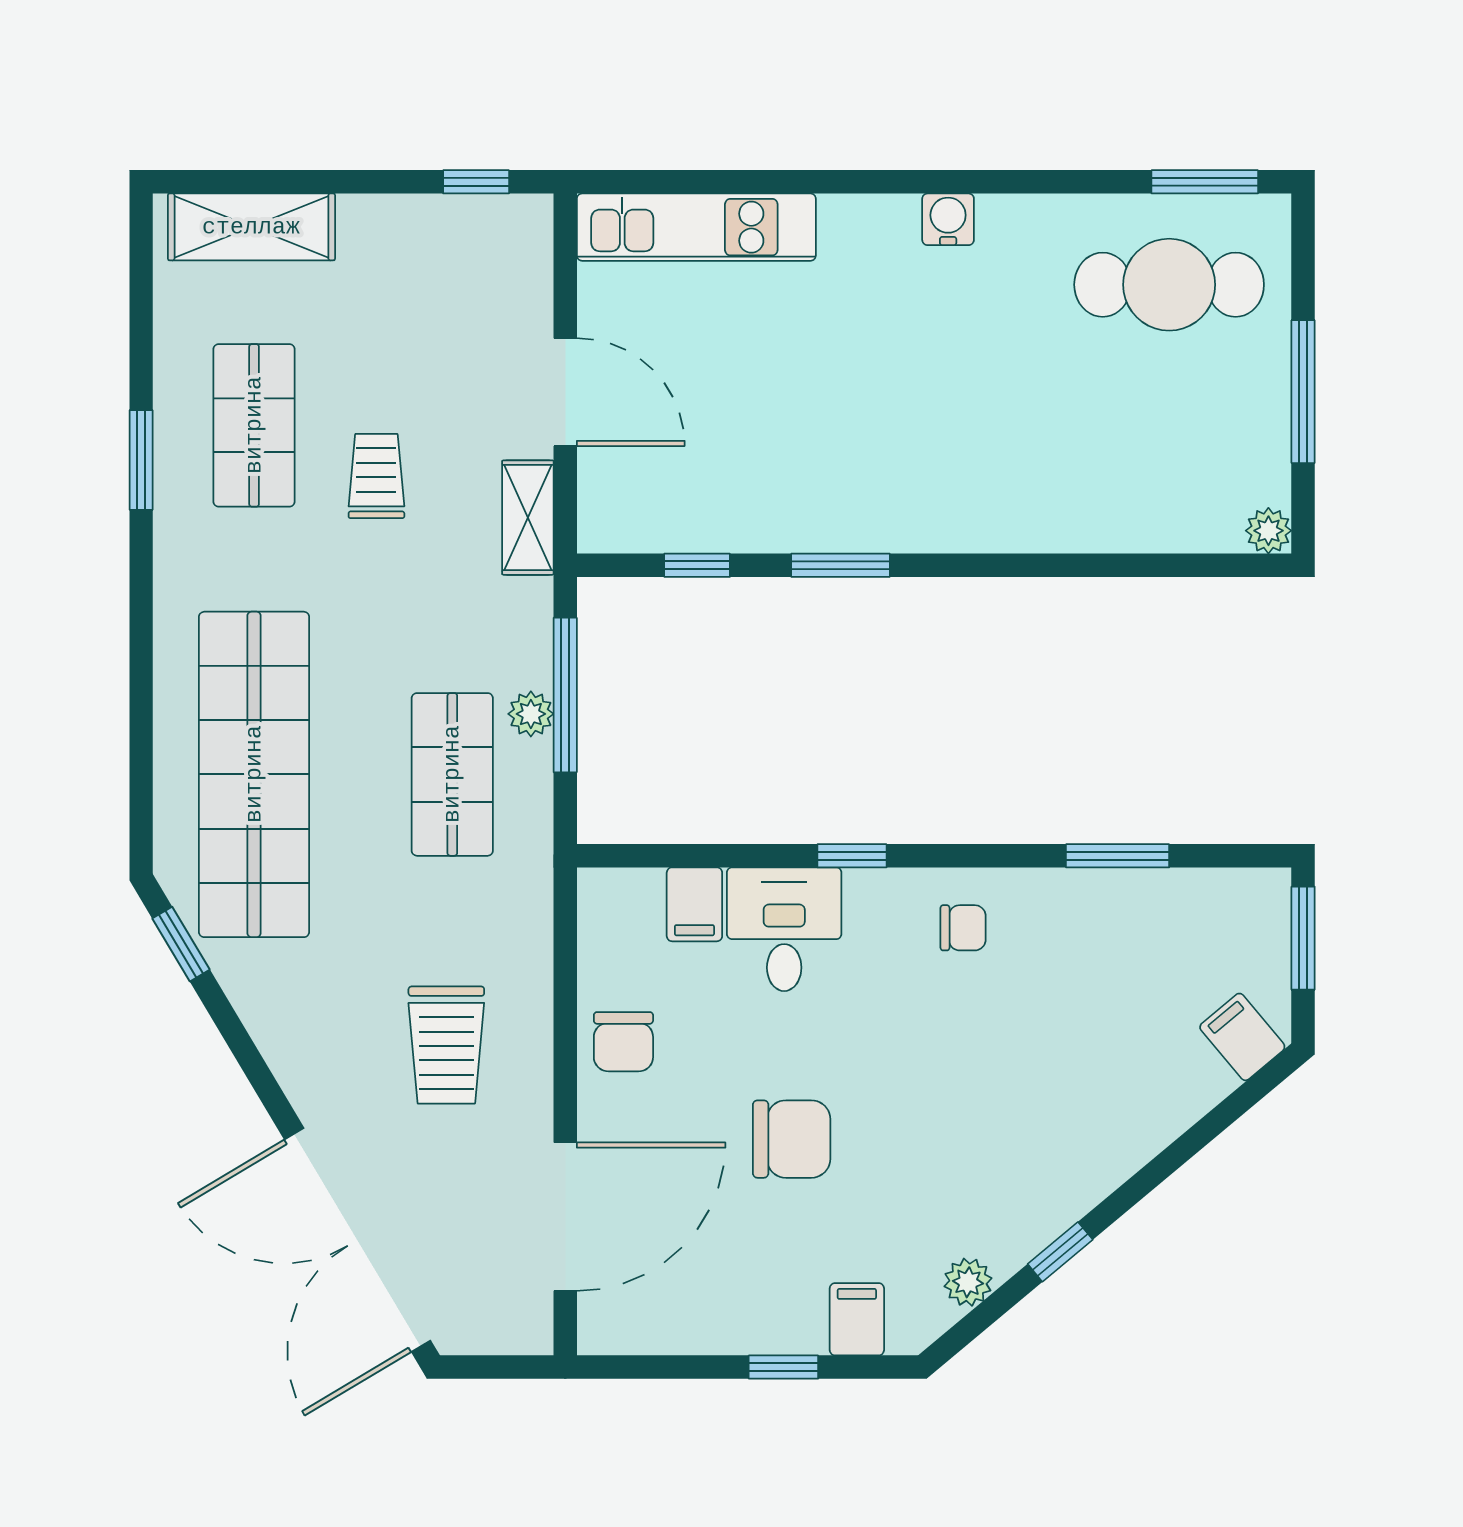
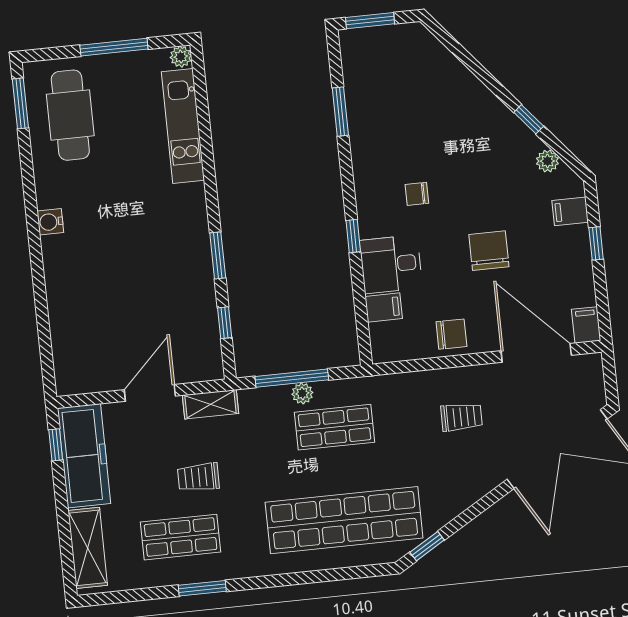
kitchen unit: (696, 227) -> (183, 126), moved, turned 180
freezer: (447, 239) -> (84, 456), added
chair: (963, 928) -> (417, 194), moved, turned -90
filing cabinet: (1242, 1037) -> (586, 325), moved, turned 130
trolley: (446, 1045) -> (462, 417), width x0.73, depth x0.72

